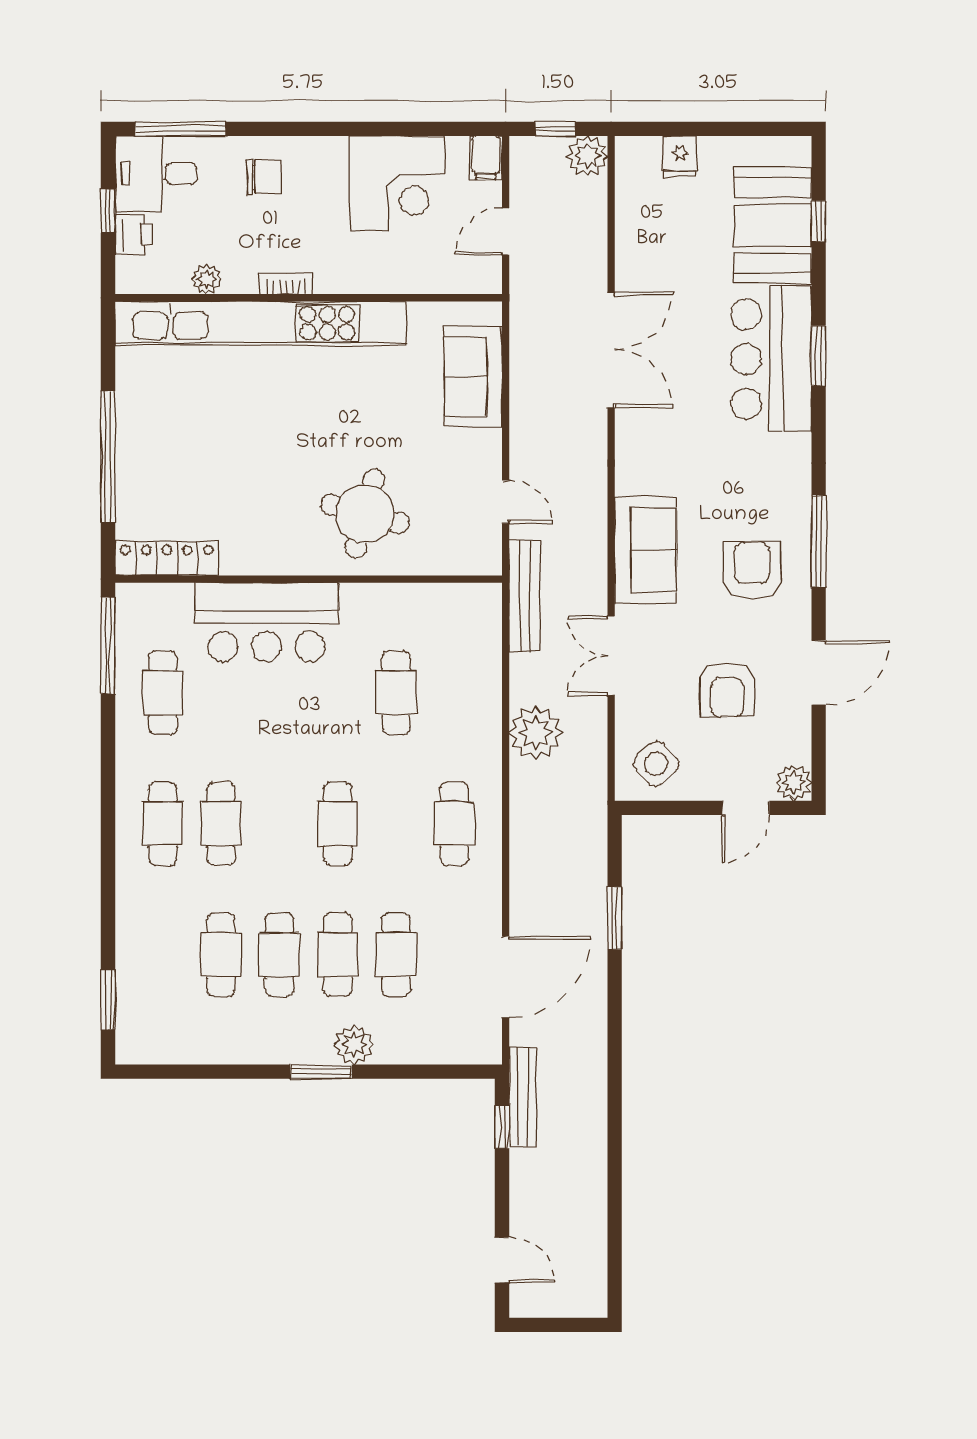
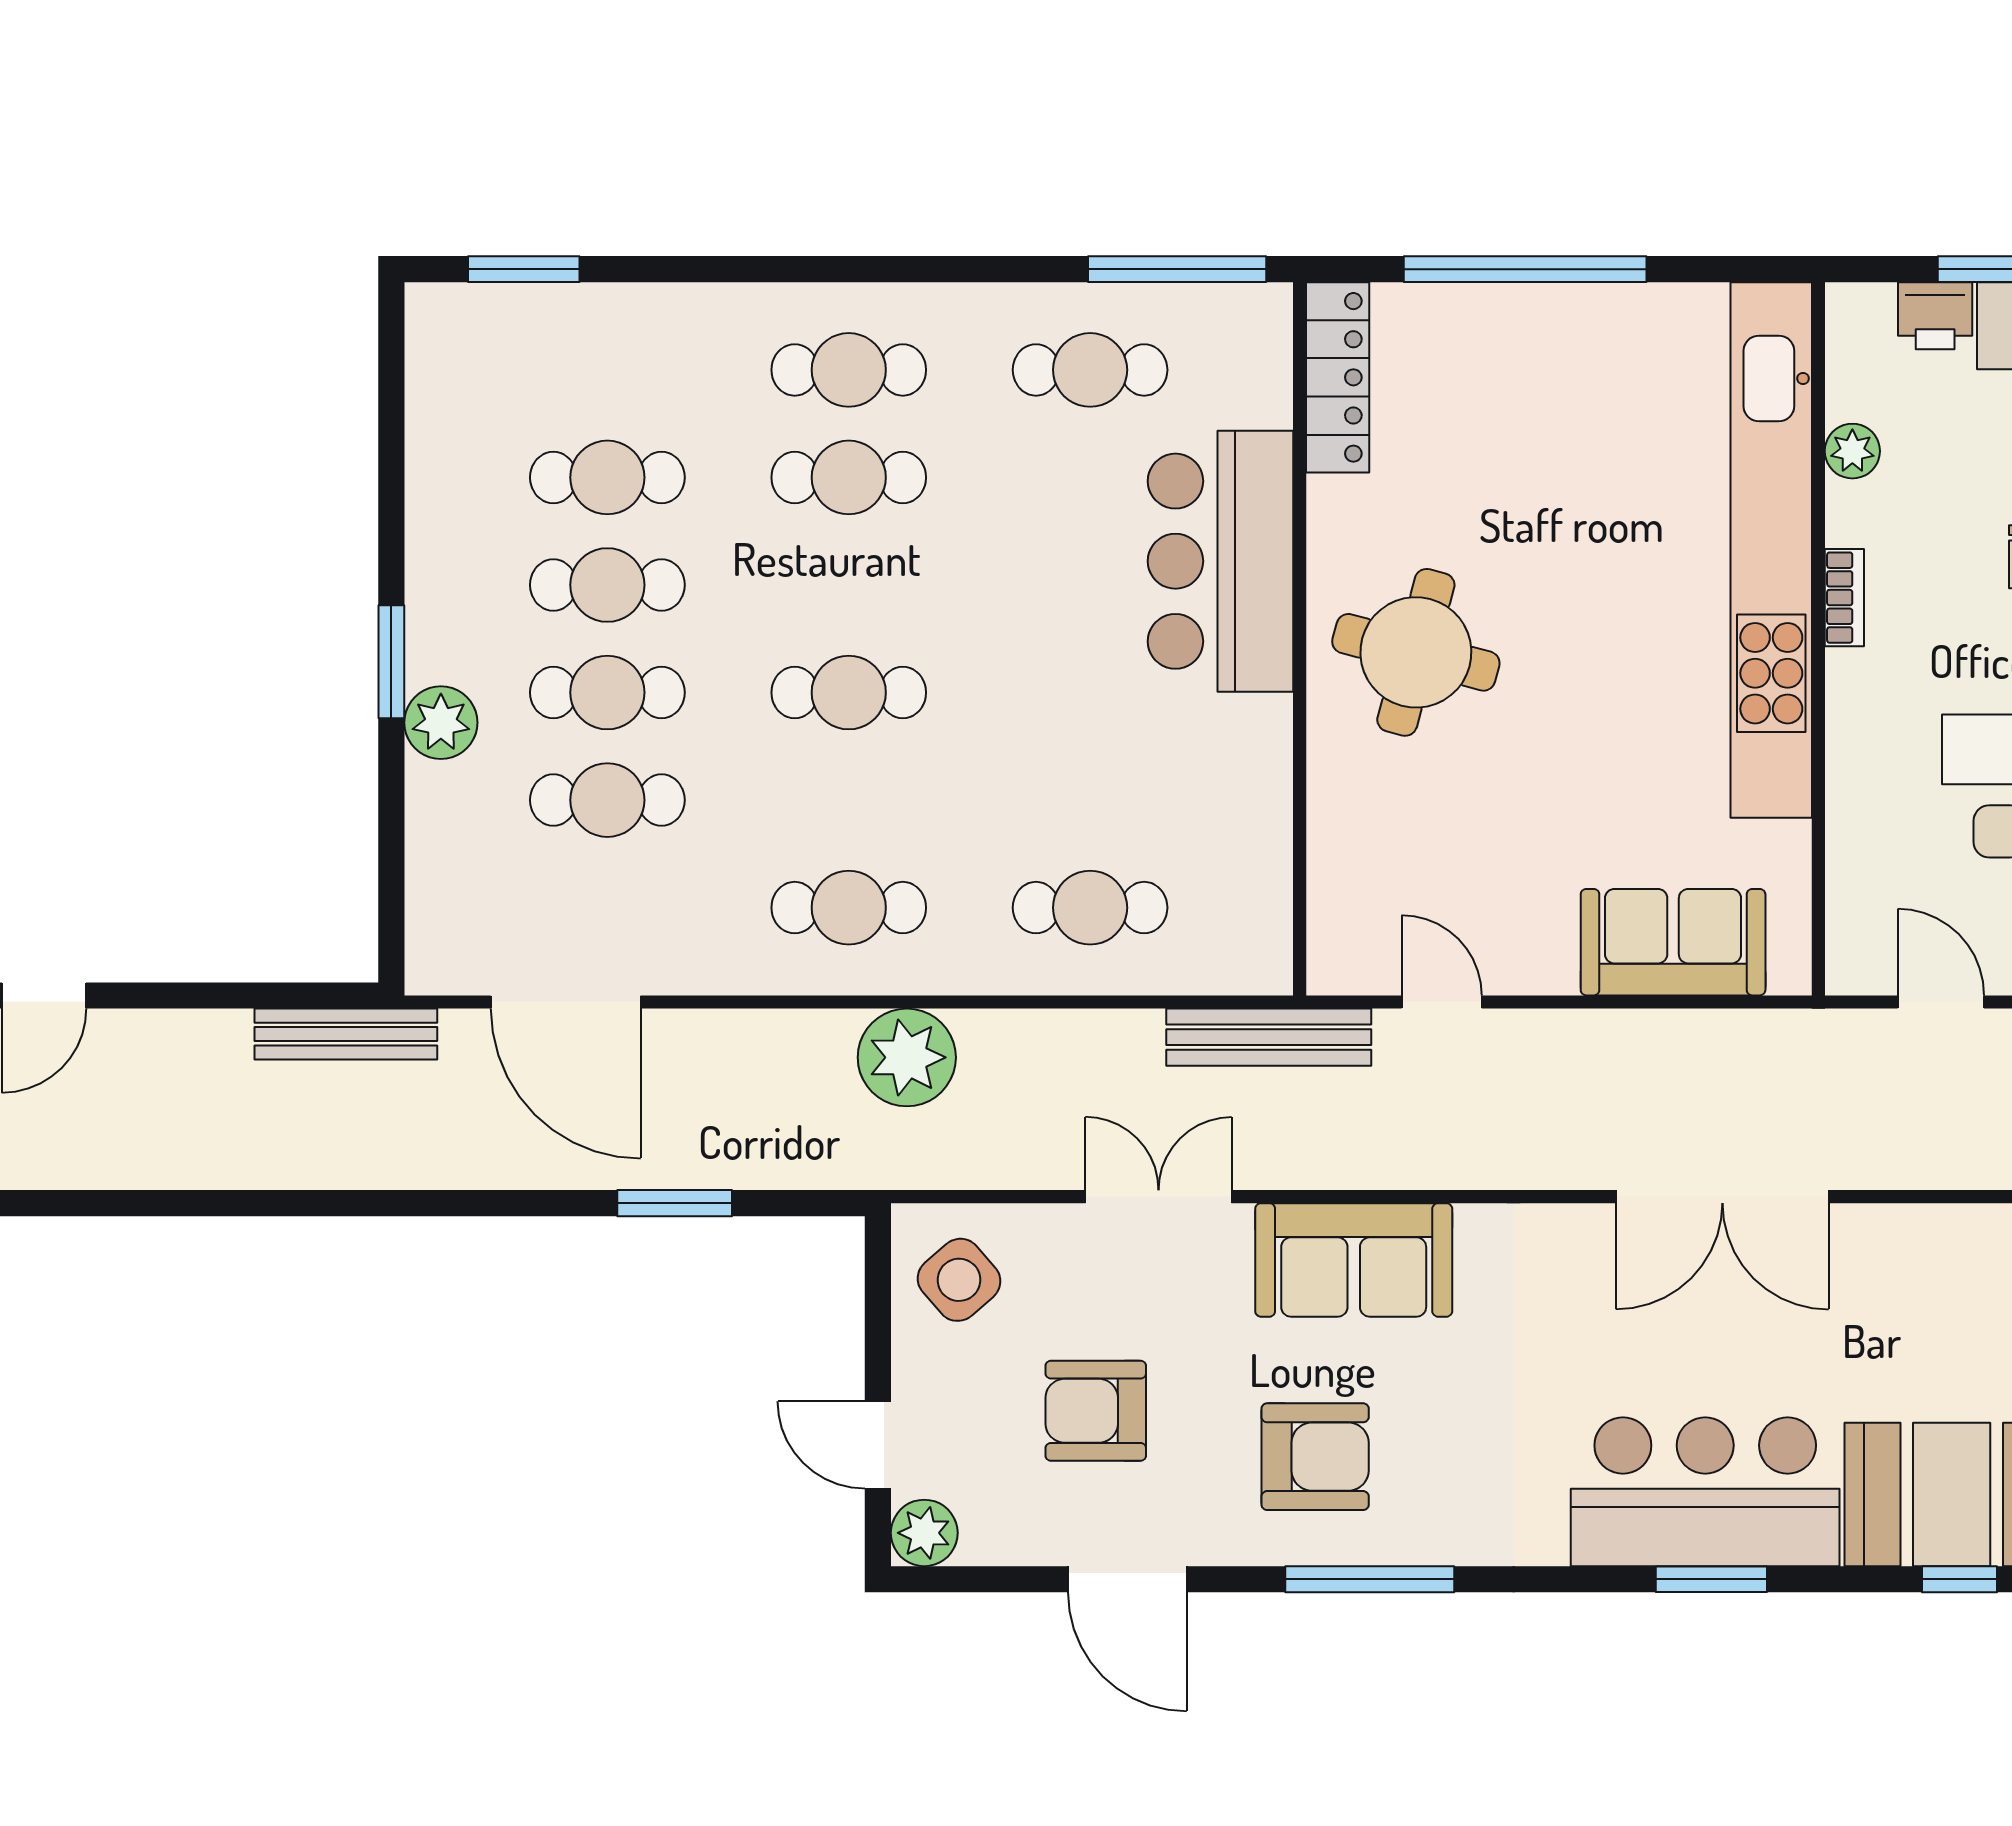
door: (506, 502) -> (1442, 1002), swing flipped
round table: (365, 514) -> (1416, 652), moved
cafe table: (396, 693) -> (1090, 908), moved
plant: (536, 733) -> (907, 1057), moved
window: (502, 1127) -> (290, 996), removed

